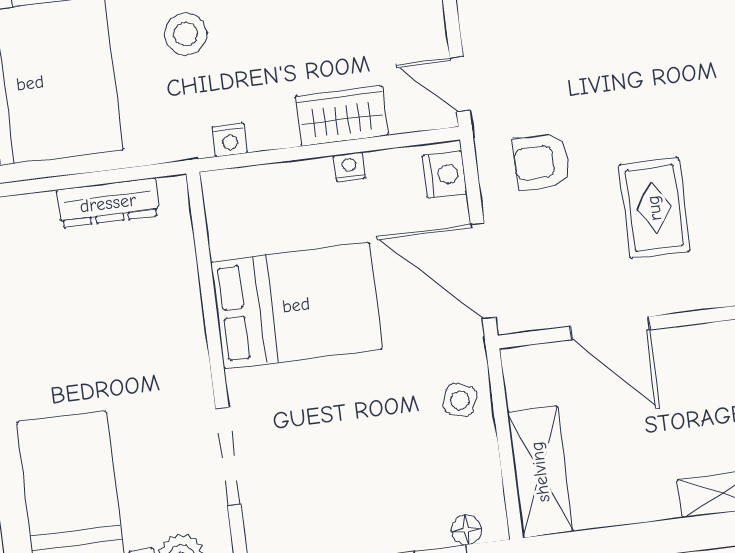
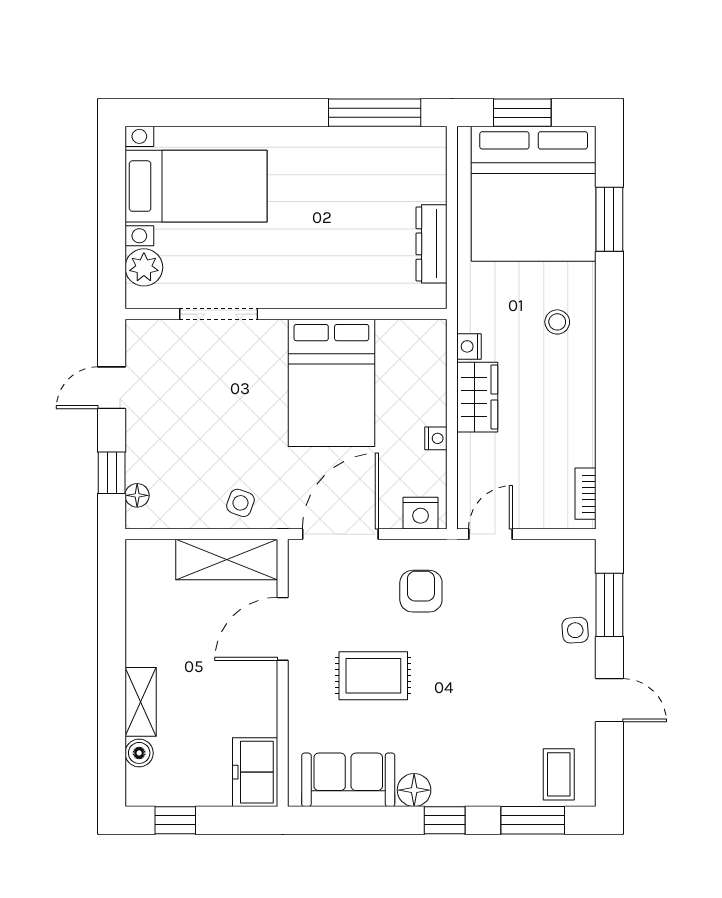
stool: (186, 34) -> (557, 322), width x0.73, depth x0.73
wardrobe: (342, 116) -> (477, 397), moved
shelving: (540, 472) -> (227, 560), moved

